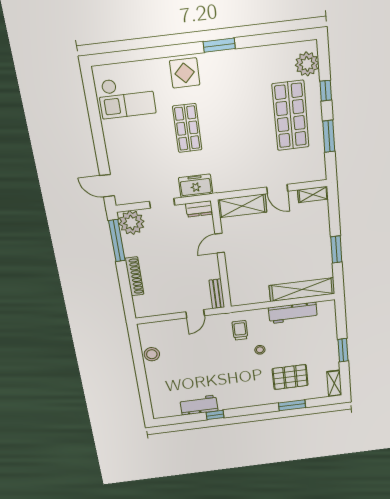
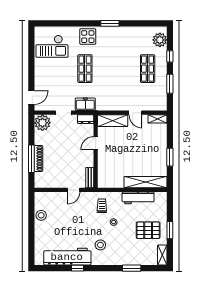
shop shelf: (291, 116) -> (148, 69), width x0.70, depth x0.74
door: (107, 186) -> (31, 98), swing flipped
window: (117, 241) -> (31, 159), moved
pallet: (290, 377) -> (148, 230), moved
stool: (244, 382) -> (100, 245), added
workbench: (199, 405) -> (67, 257), width x1.88, depth x1.32

